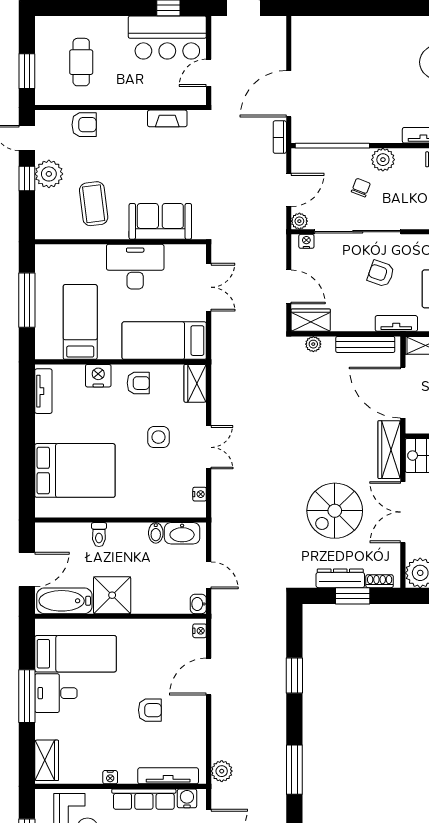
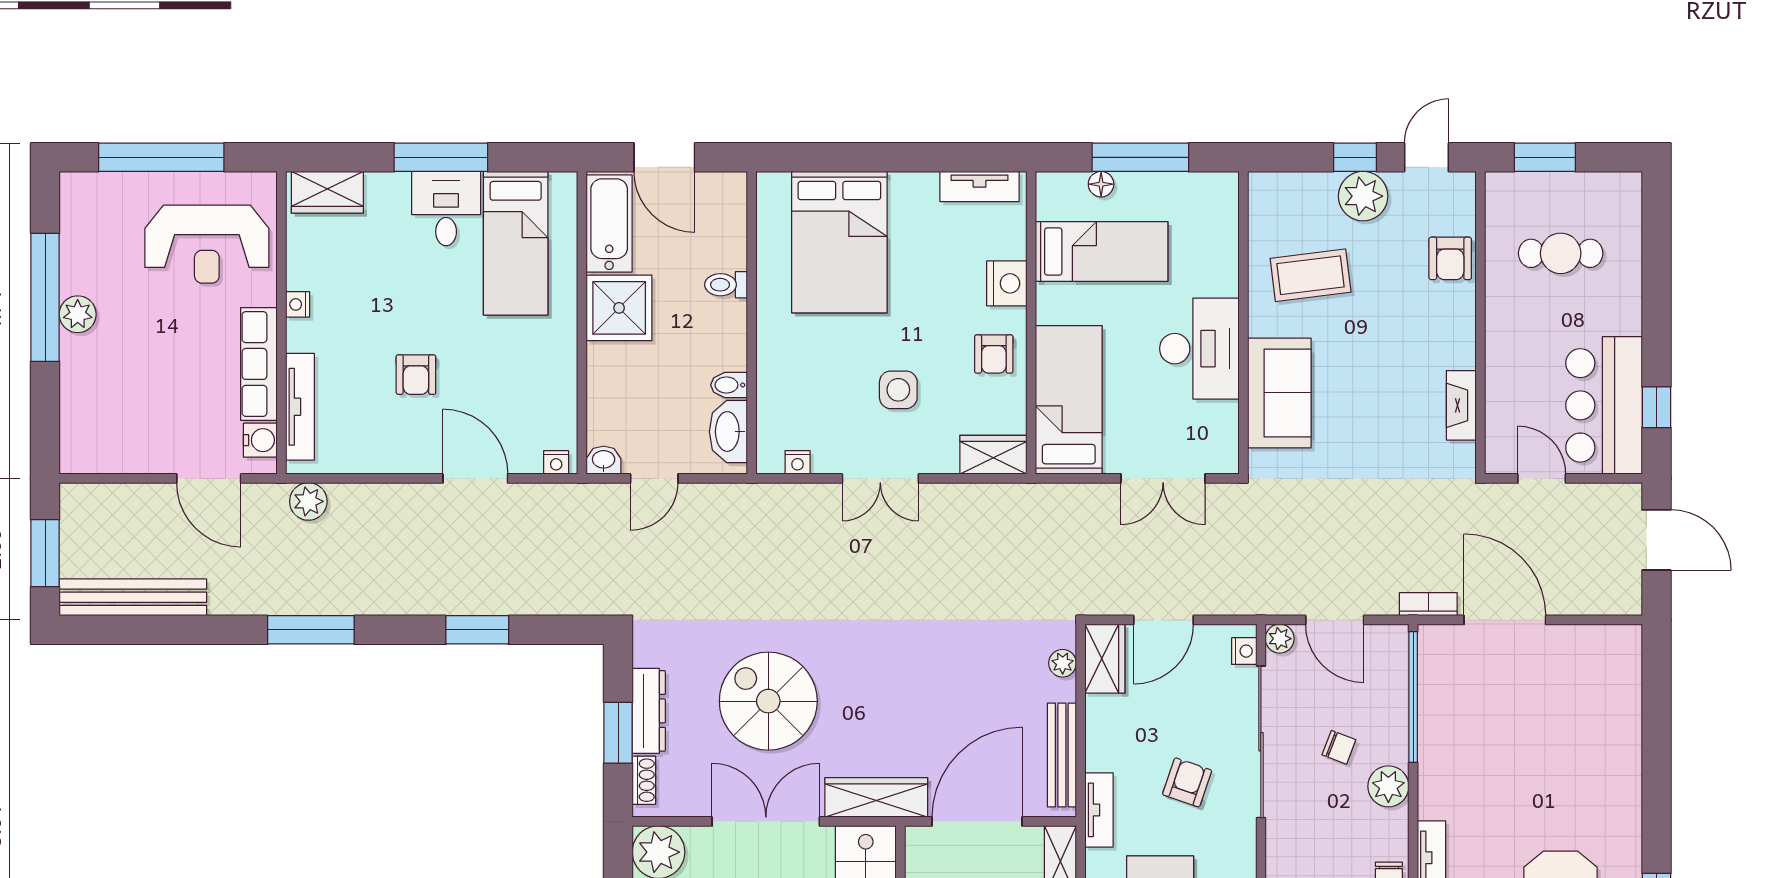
floor lamp: (42, 322) -> (1101, 184), added

